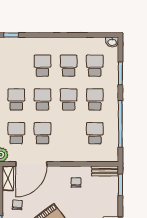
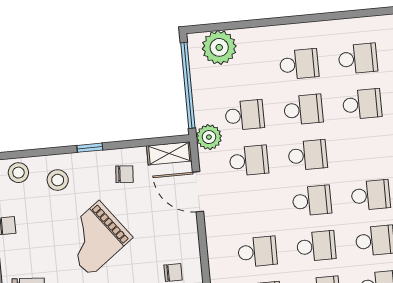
school desk: (42, 133) -> (257, 252), moved
door: (31, 164) -> (198, 192), width x0.73

